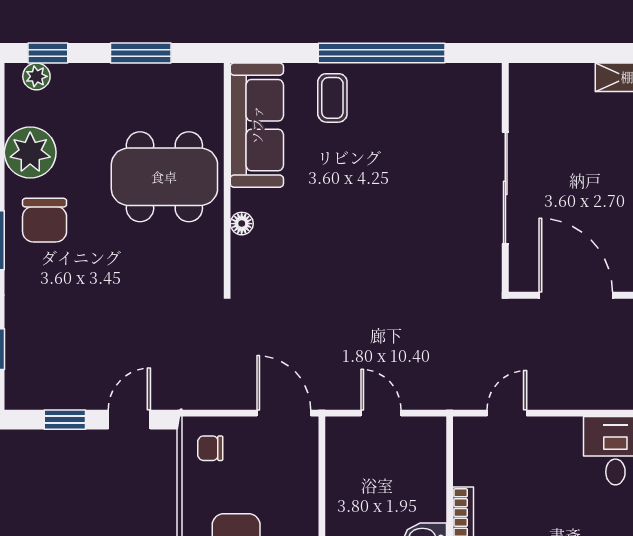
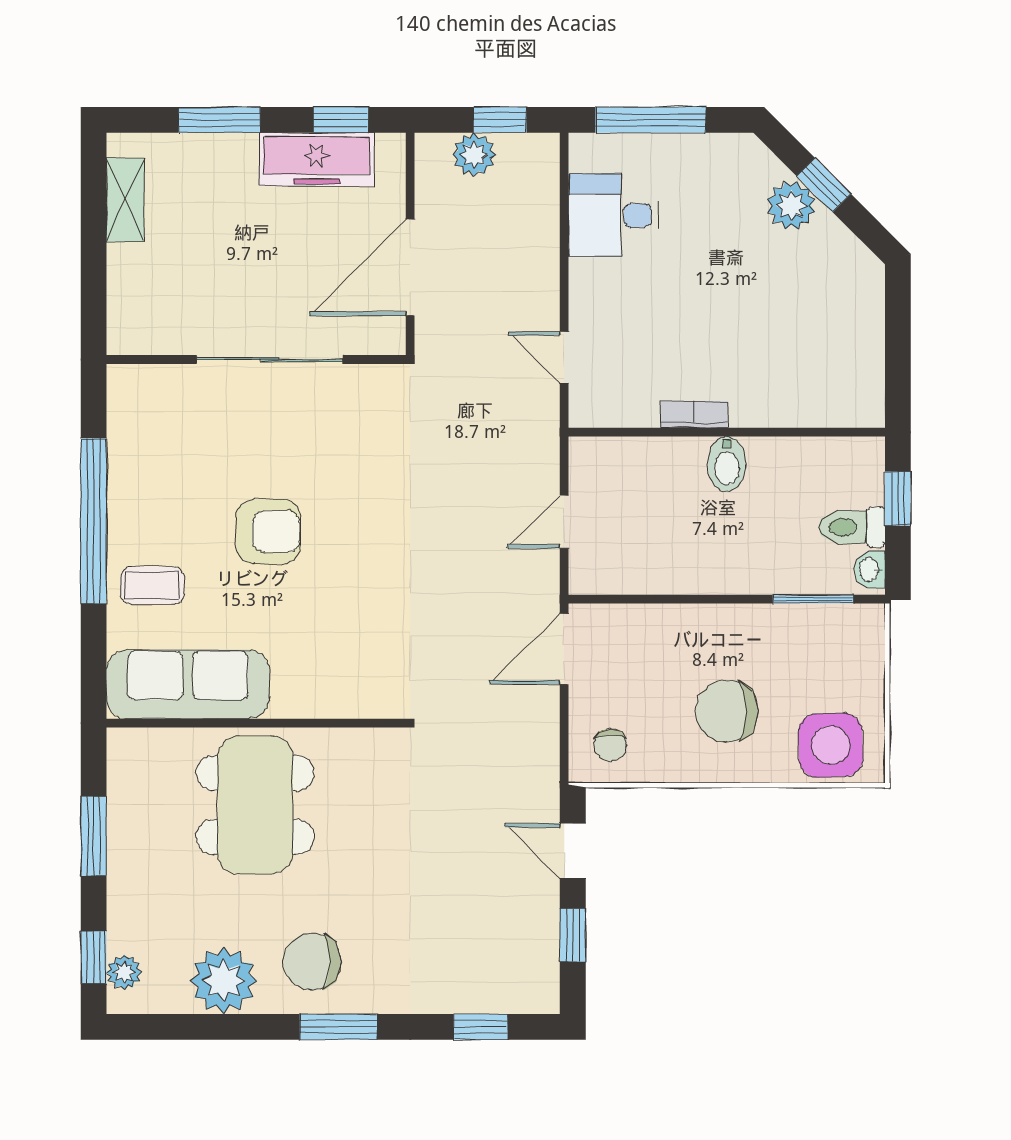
armchair: (374, 187) -> (268, 532), added
chair: (45, 220) -> (312, 962), turned 180
floor lamp: (242, 224) -> (316, 704), removed

